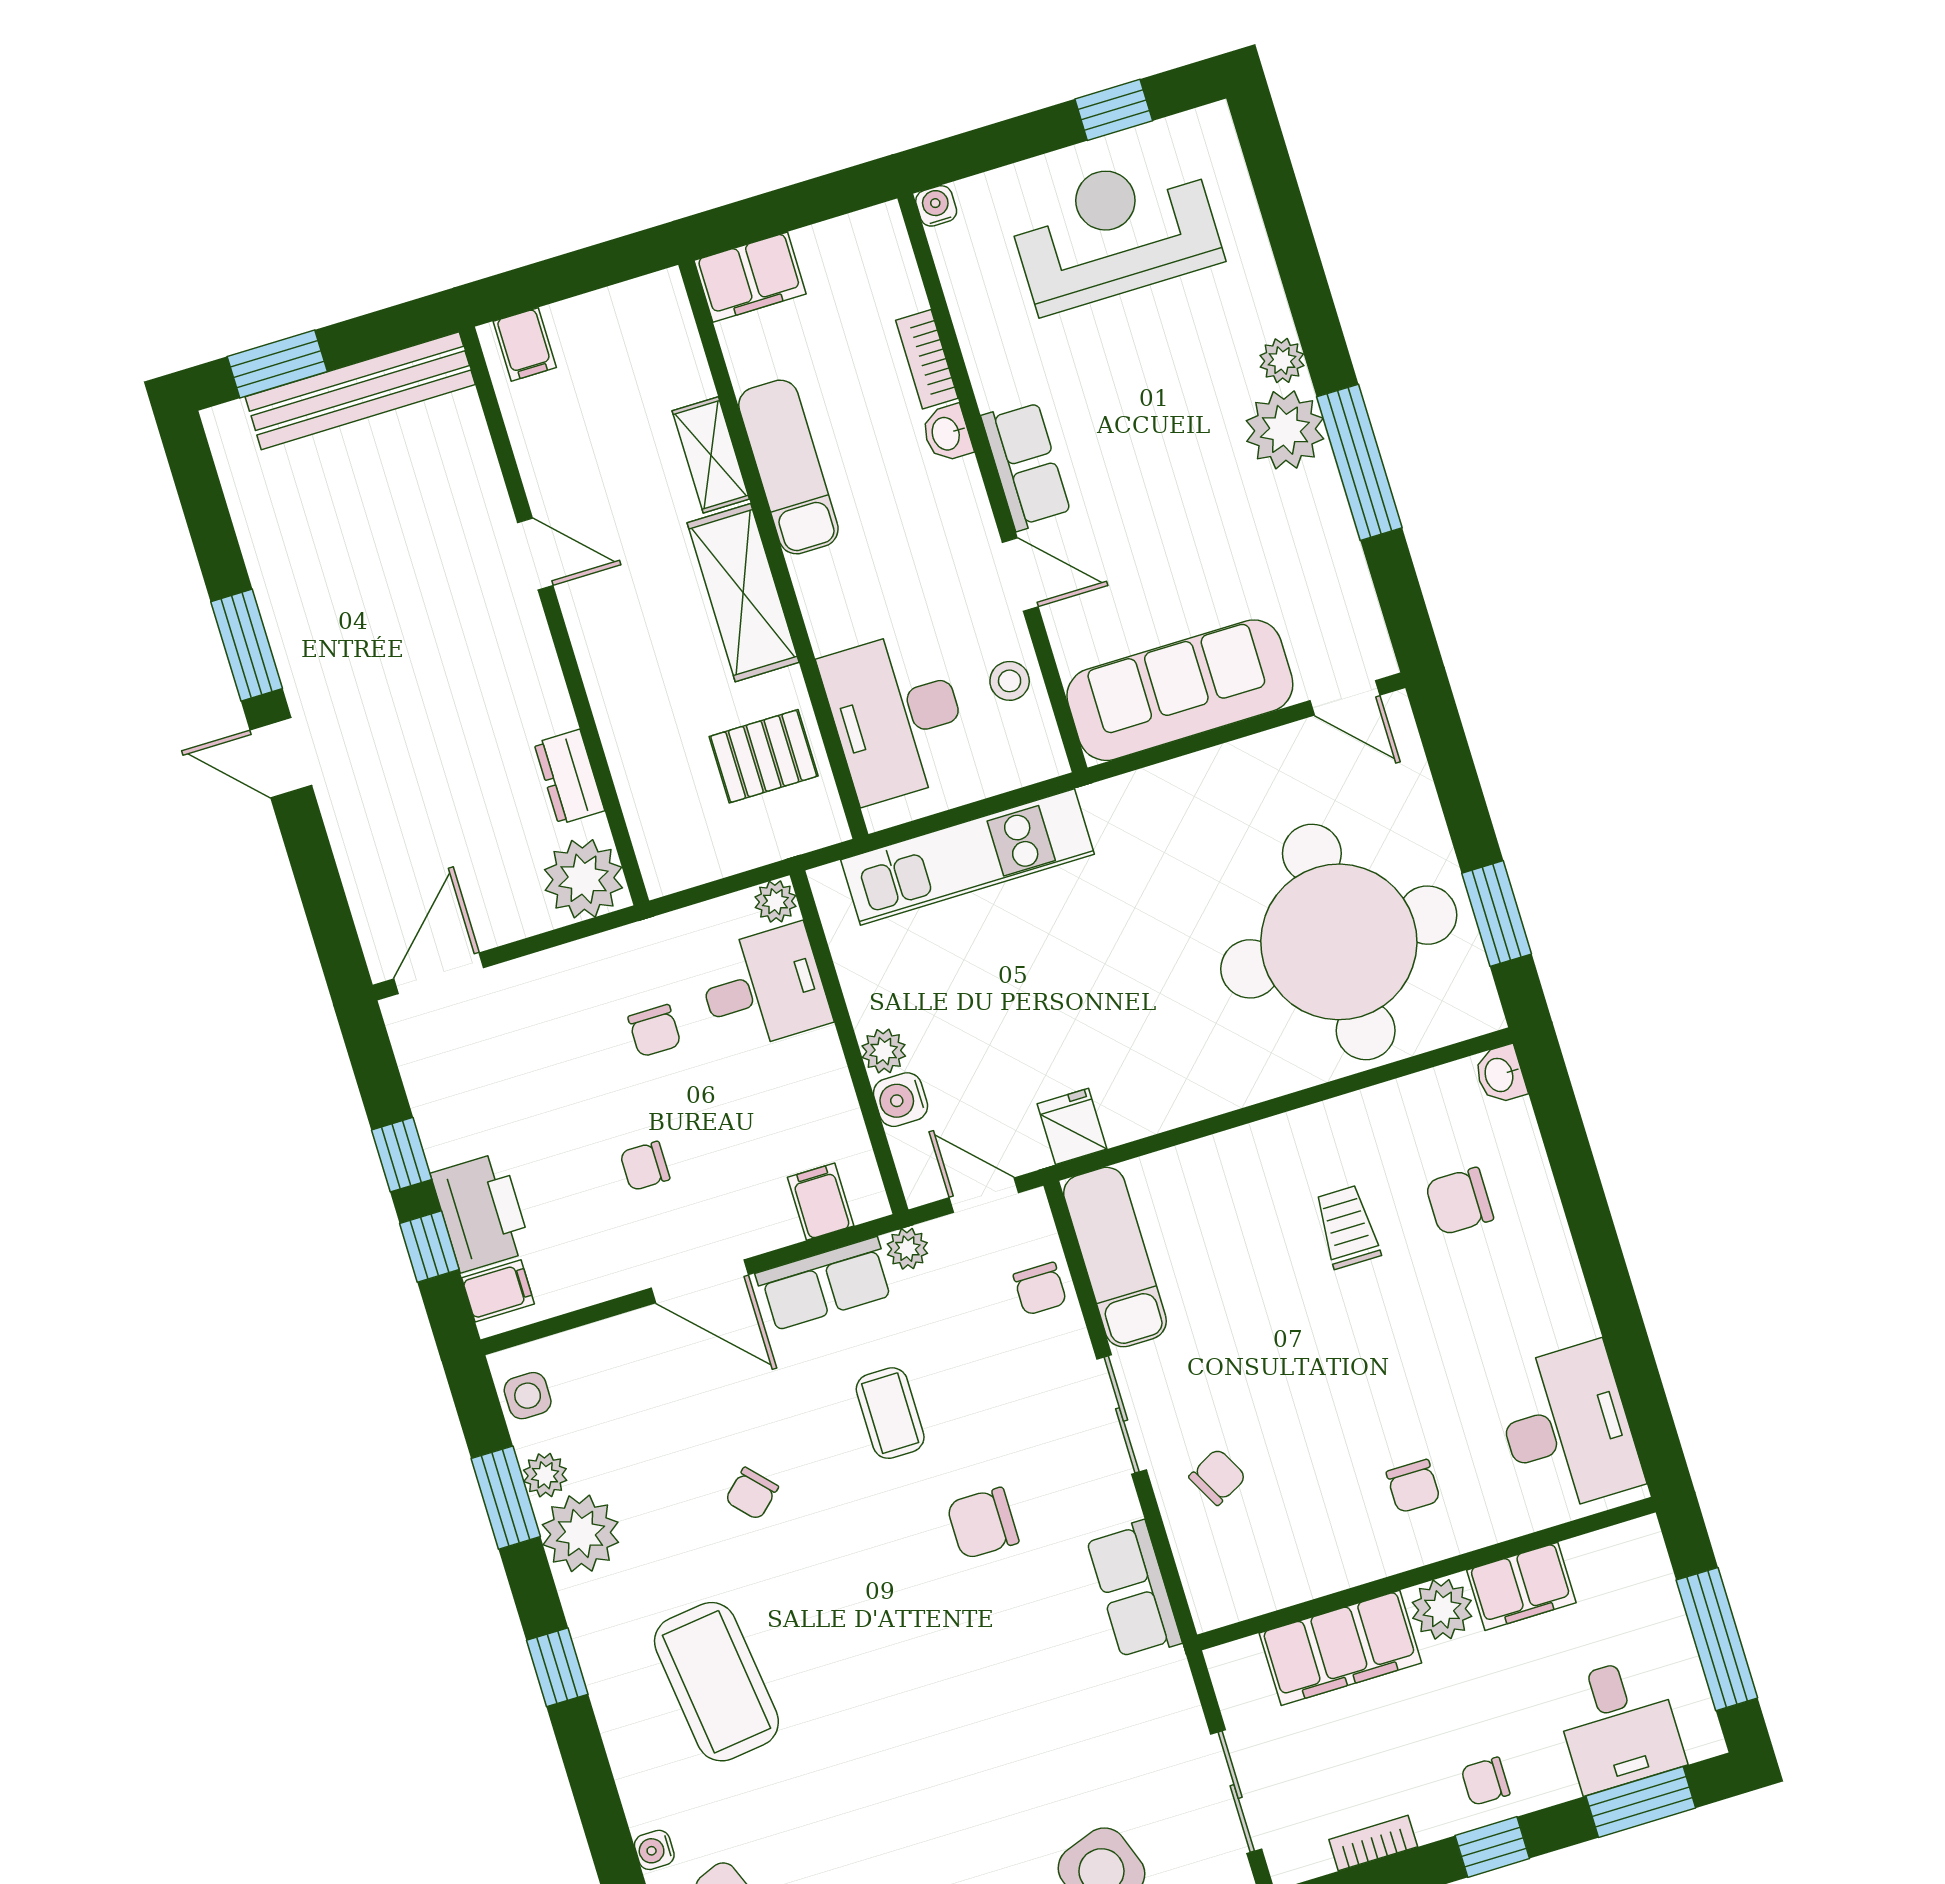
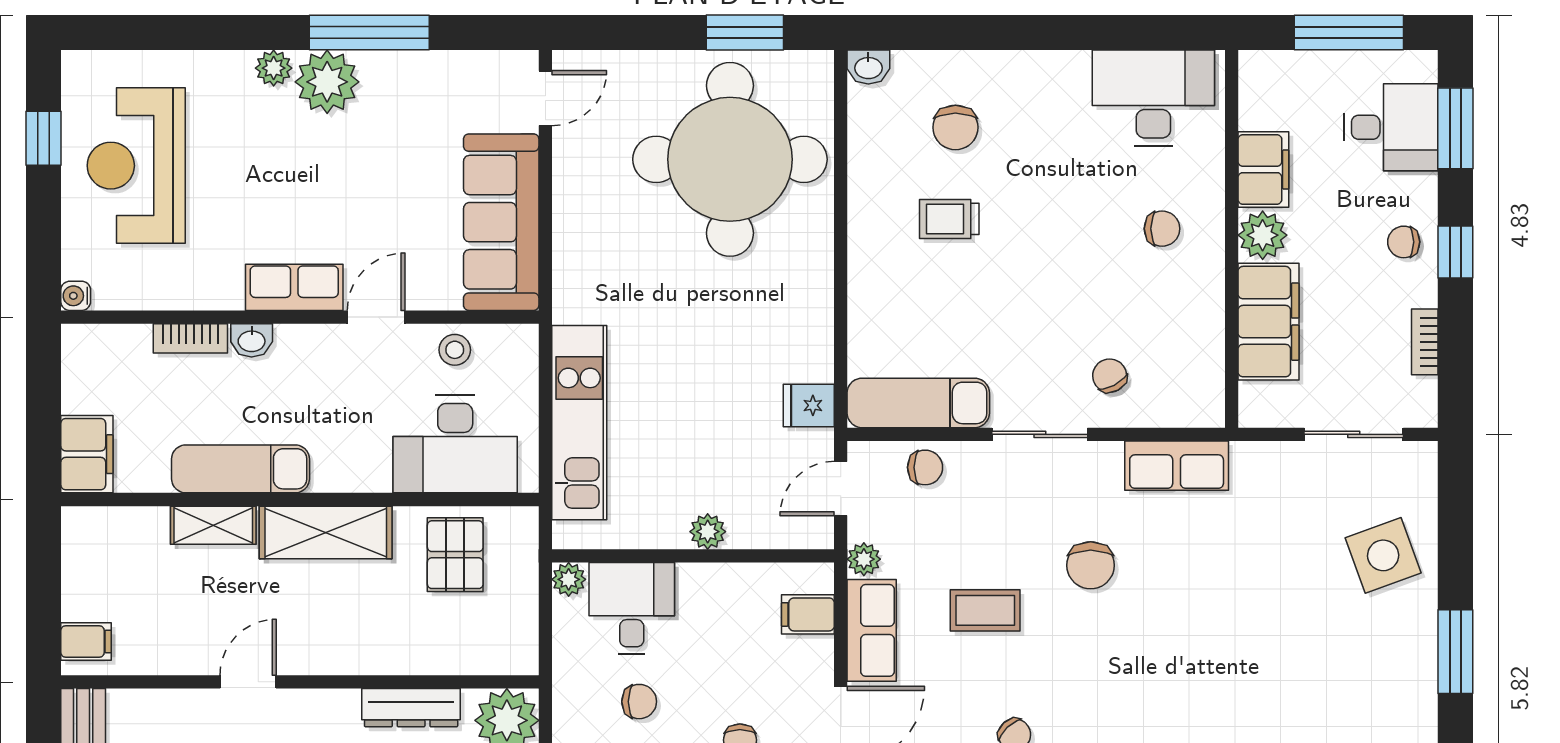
dresser: (569, 777) -> (411, 708), width x1.44
water cooler: (900, 1100) -> (749, 530), removed
chair: (1485, 1781) -> (1404, 242), turned 90

